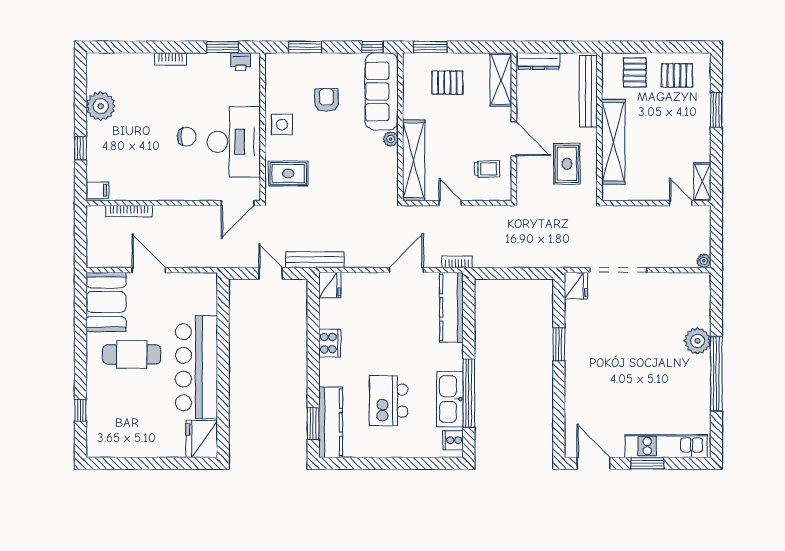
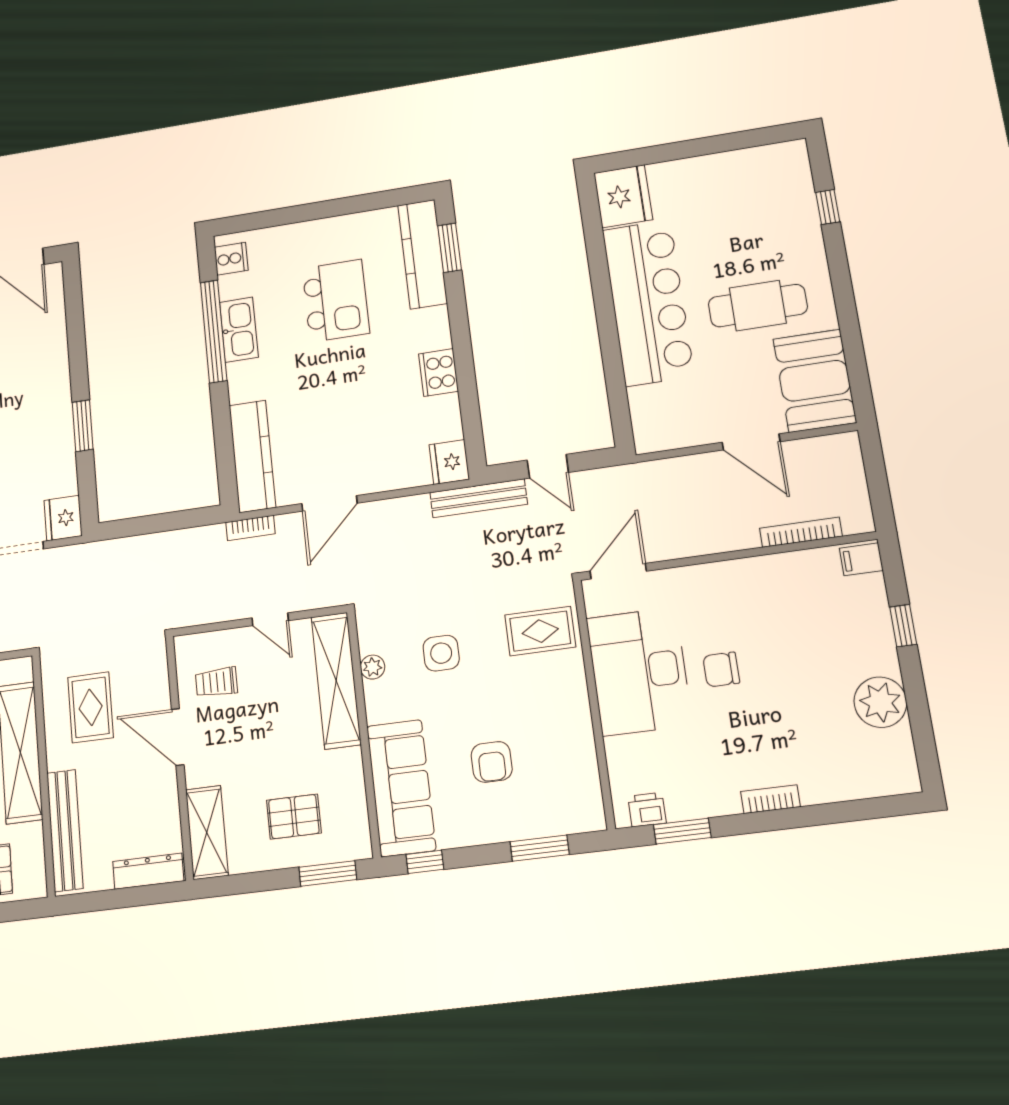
side table: (282, 125) -> (441, 653), moved
plant: (391, 139) -> (373, 667), moved
kitchen sink: (450, 399) -> (239, 330), width x0.73, depth x0.81

